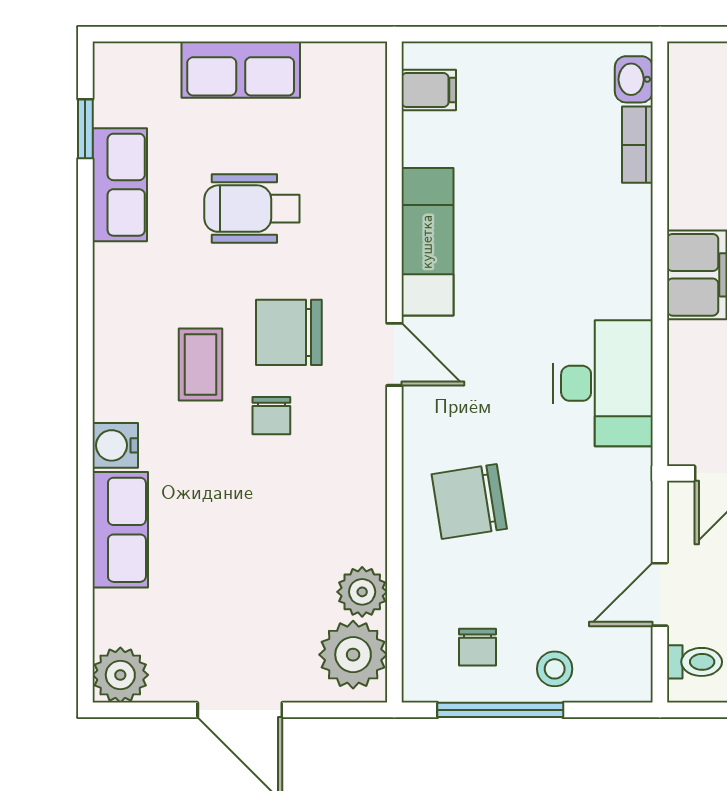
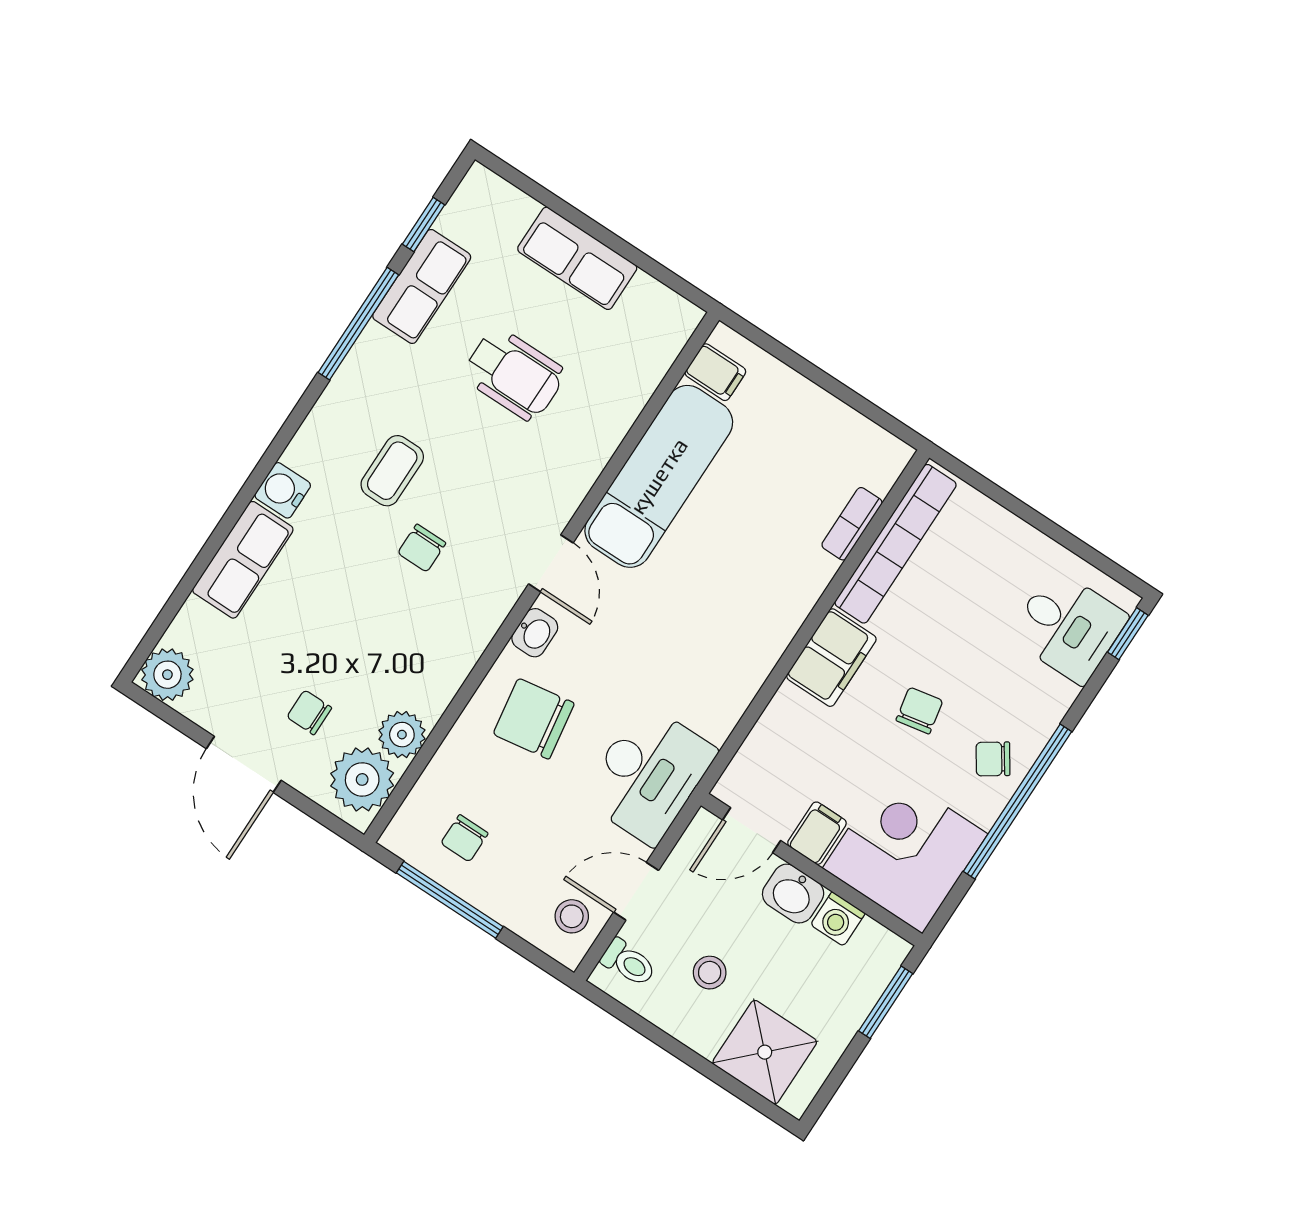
washbasin: (634, 79) -> (535, 633), moved, turned 180
bookcase: (687, 137) -> (895, 544), added
wheelchair: (252, 209) -> (514, 374), turned 180
exam couch: (427, 242) -> (659, 476), width x1.36, depth x1.45
window: (85, 254) -> (358, 324), added
chair: (289, 332) -> (309, 712), moved, width x0.54, depth x0.54
desk: (603, 383) -> (648, 774), moved
stool: (555, 669) -> (572, 916), moved

